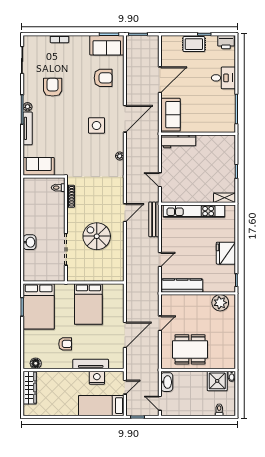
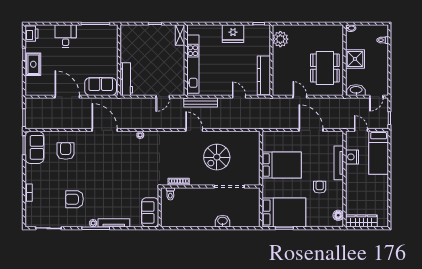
side table: (97, 125) -> (111, 157), removed
shower: (217, 381) -> (355, 59), moved

